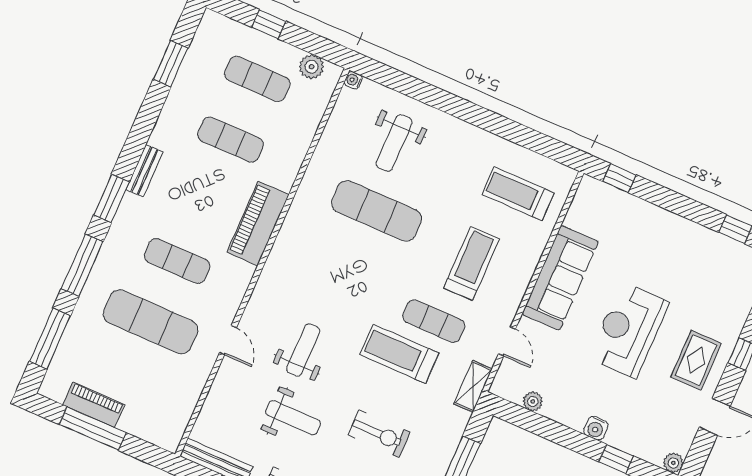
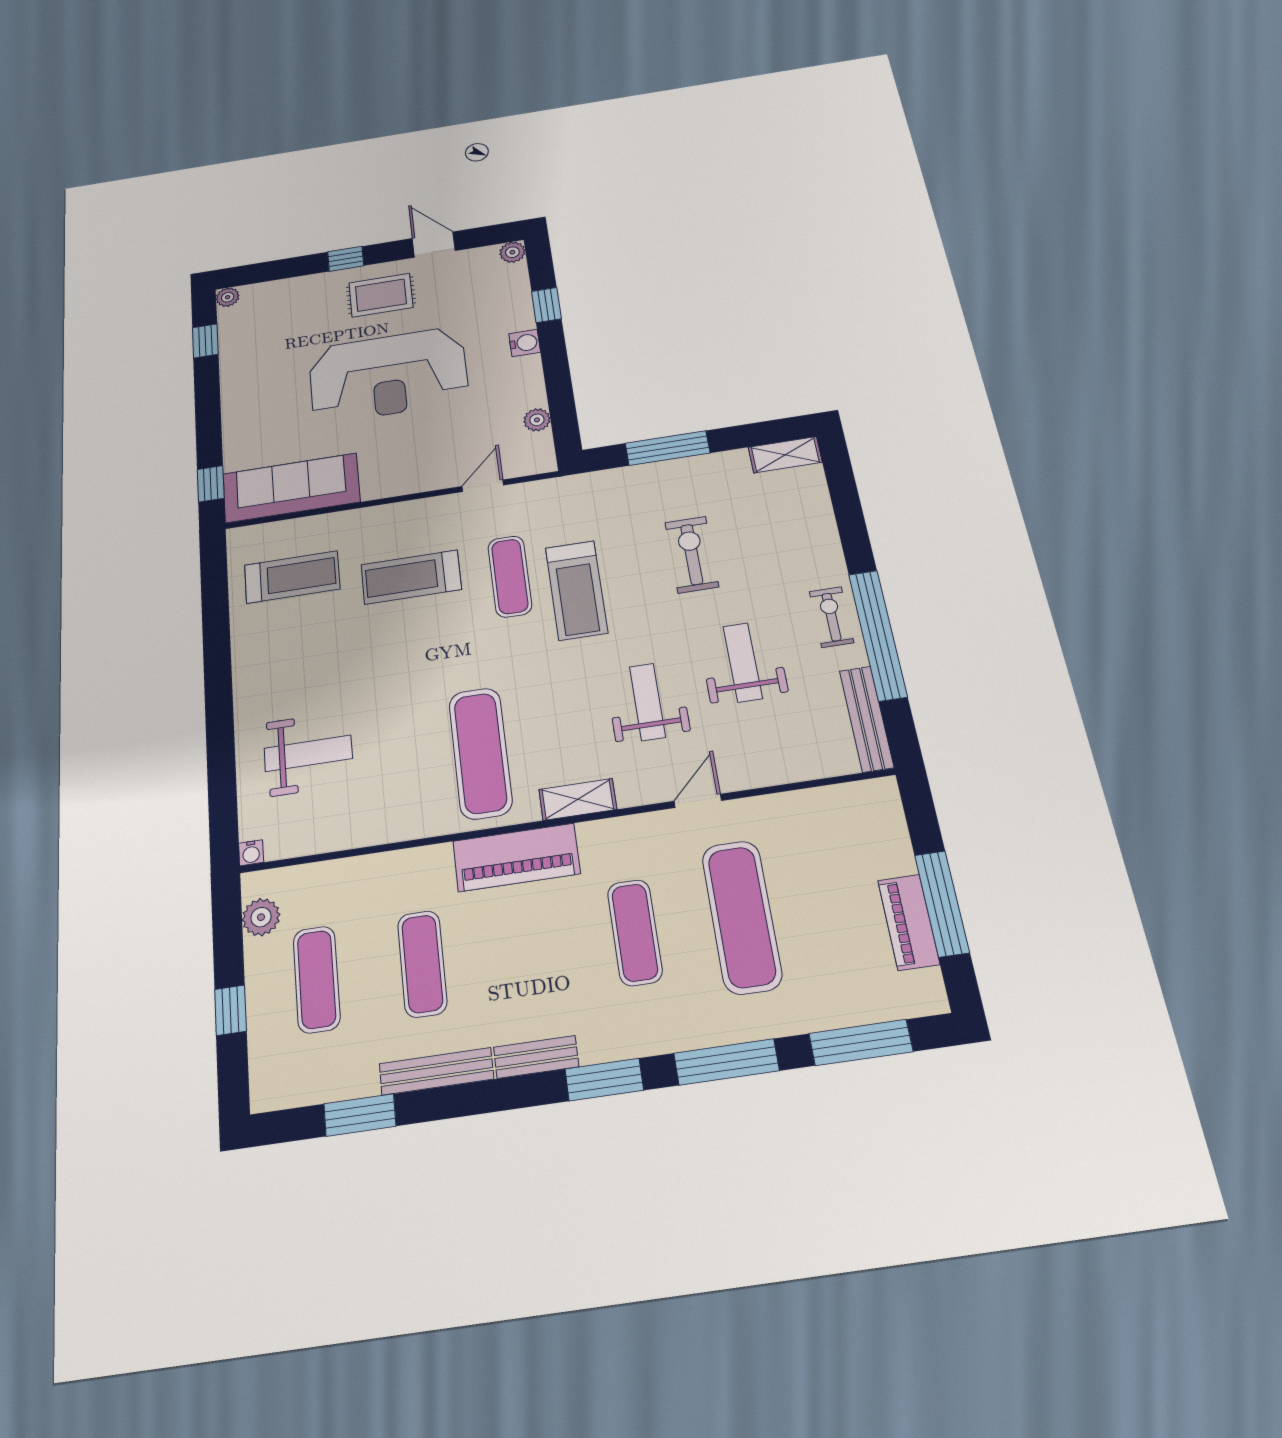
bench: (169, 115) -> (436, 1071), added
treadmill: (518, 194) -> (292, 577), turned -90
exercise mat: (377, 211) -> (480, 753), moved
sofa: (560, 278) -> (291, 488), moved
reception desk: (629, 330) -> (388, 375), width x1.36, depth x1.30
weight bench: (303, 350) -> (647, 702), turned 90
shelving: (473, 386) -> (578, 799), moved

